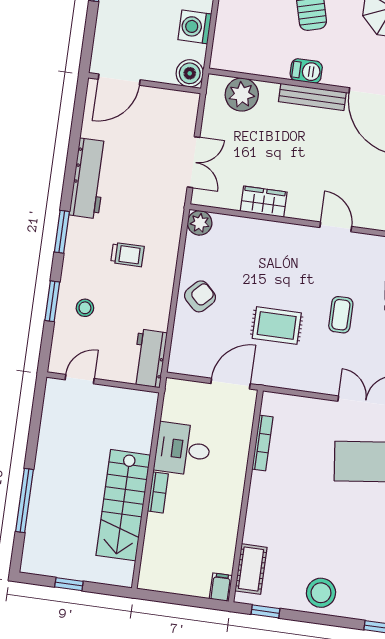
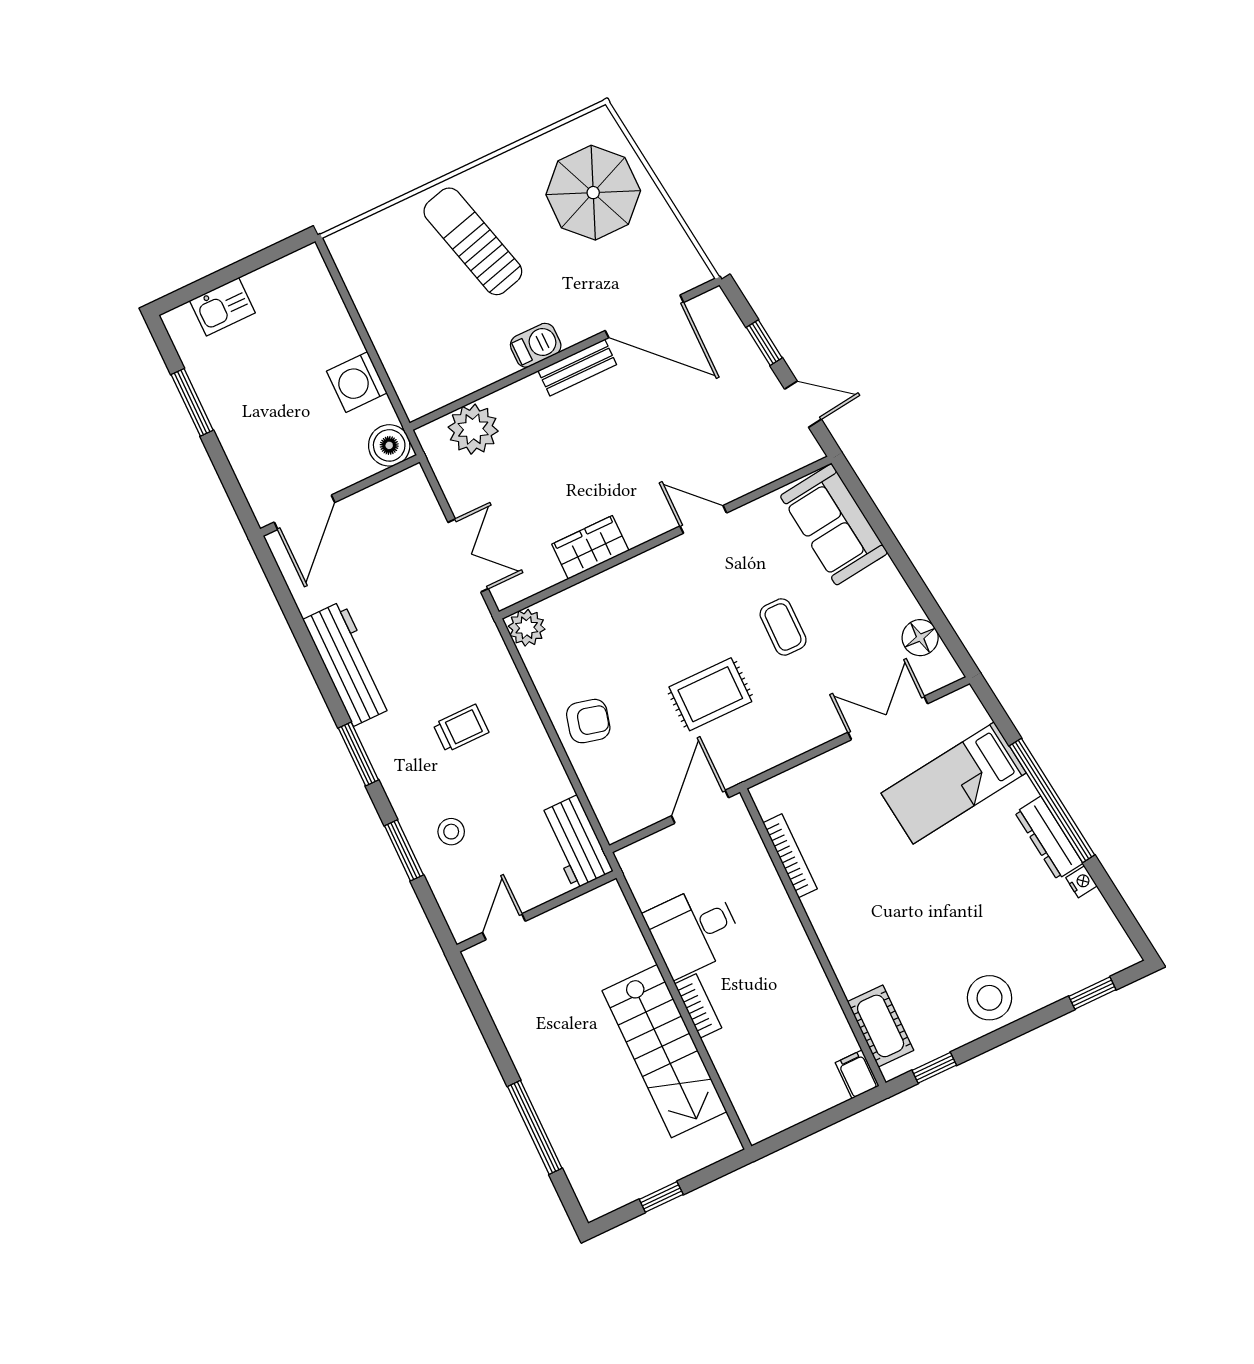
bench: (312, 97) -> (577, 368), width x0.73
armchair: (200, 296) -> (588, 721), turned 60

